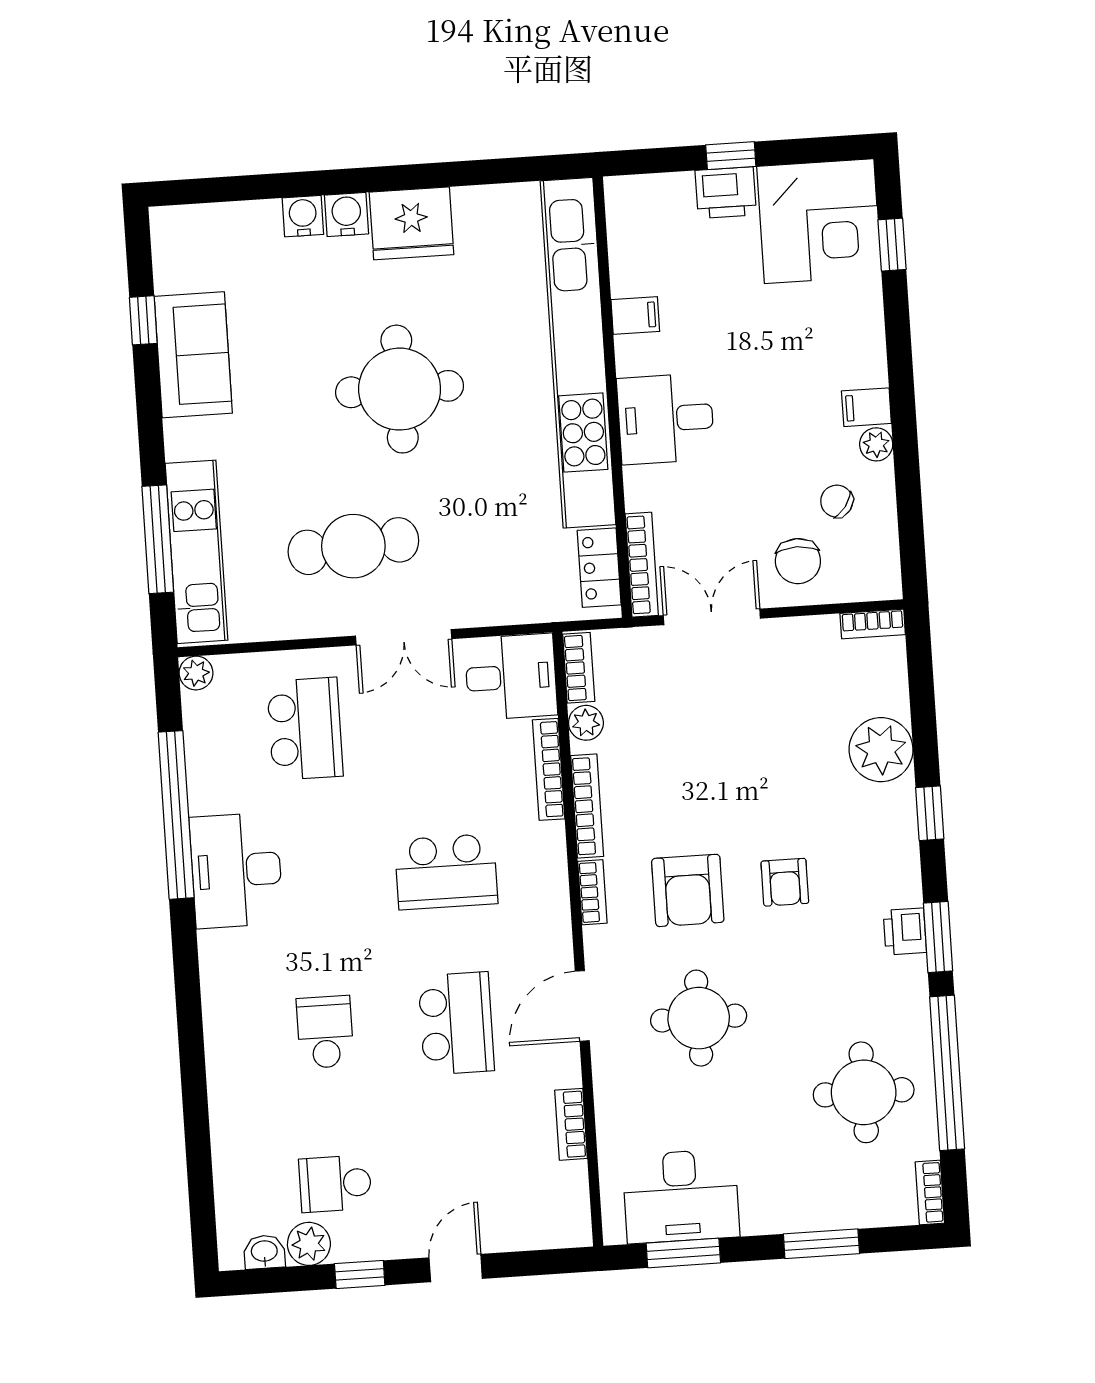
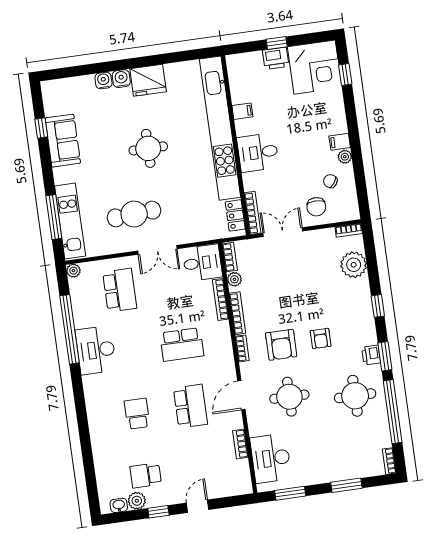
round table: (400, 389) -> (148, 148), width x0.73, depth x0.73
plant: (881, 750) -> (354, 265), moved
round table: (864, 1092) -> (355, 396), moved
desk: (681, 1196) -> (271, 458), moved, turned 90

